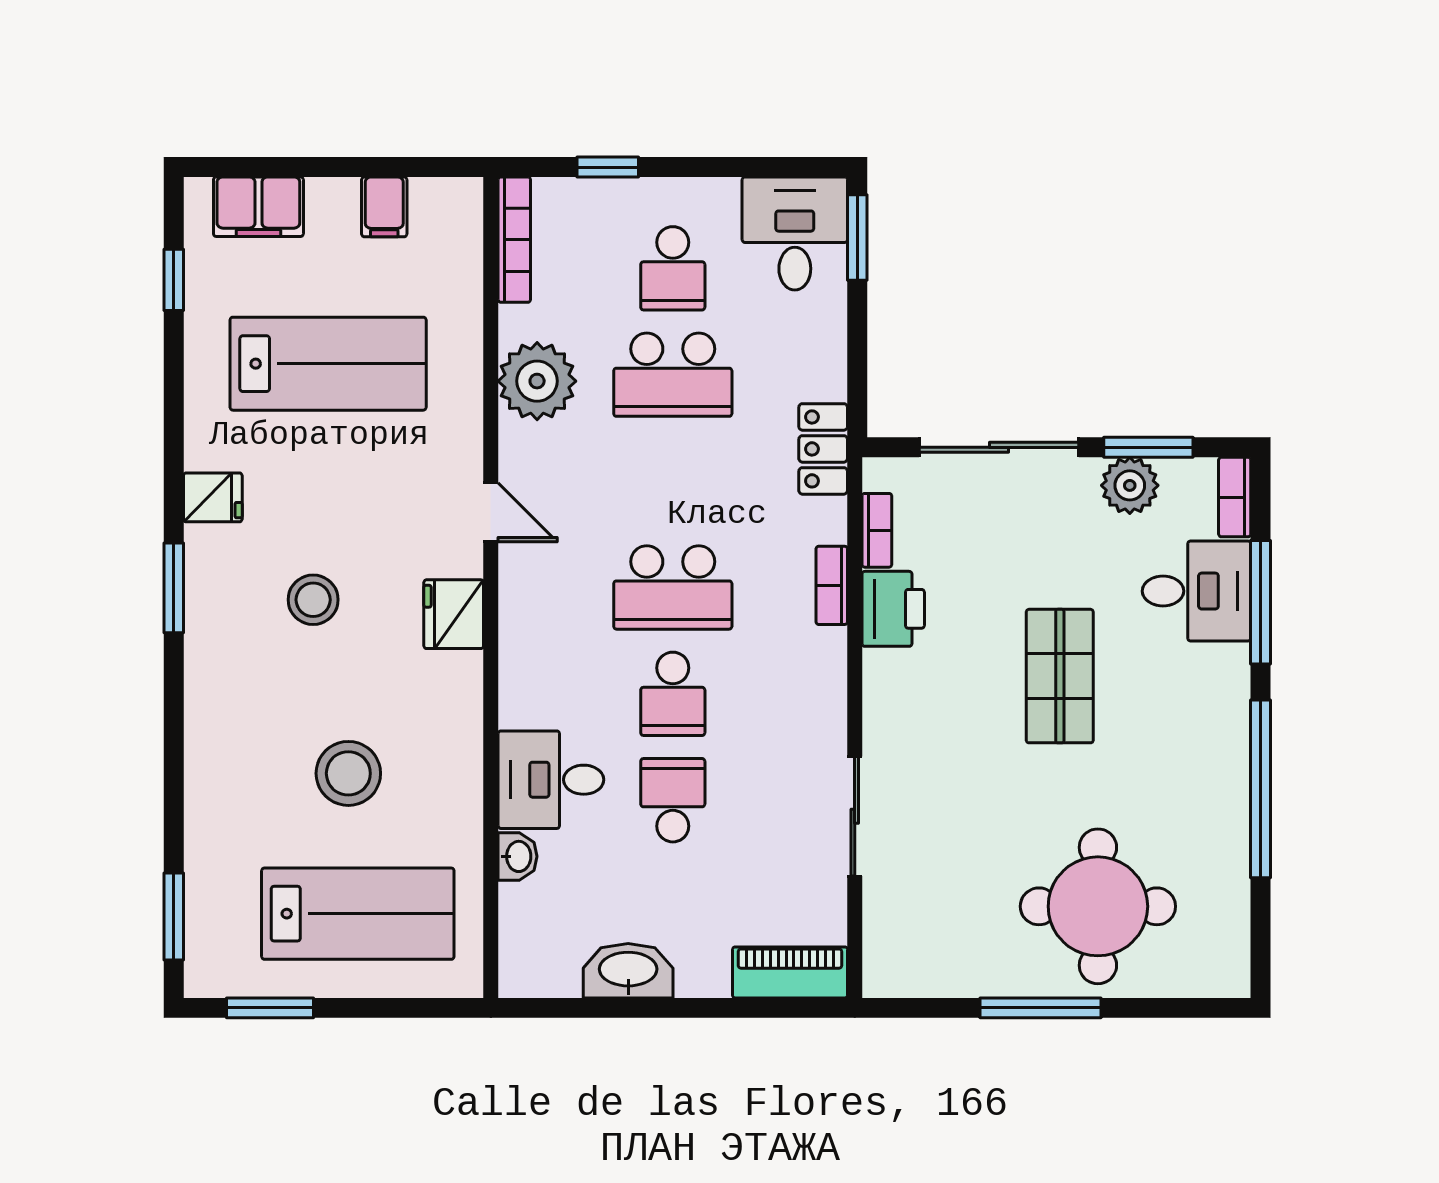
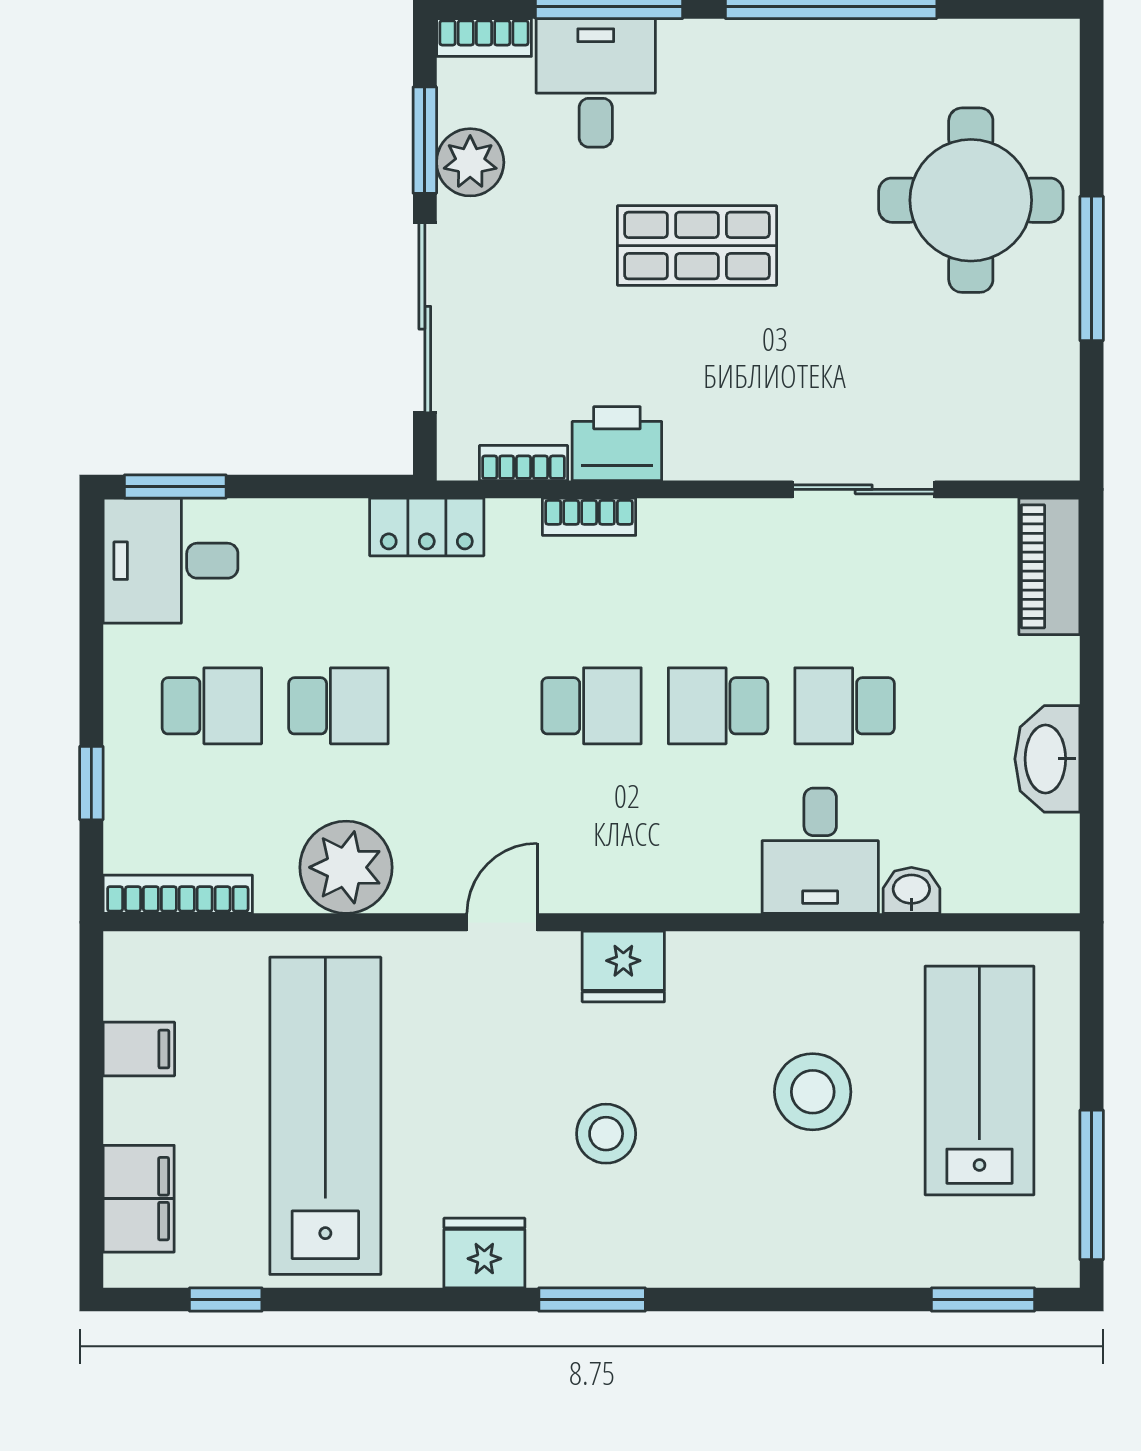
lab bench: (328, 364) -> (325, 1116), width x1.36
school desk: (673, 375) -> (338, 706), width x0.54
fridge: (213, 497) -> (484, 1253), width x1.38
school desk: (673, 587) -> (592, 706), width x0.54
school desk: (673, 694) -> (718, 706), turned 180
window: (270, 1008) -> (1092, 1185), width x1.44

